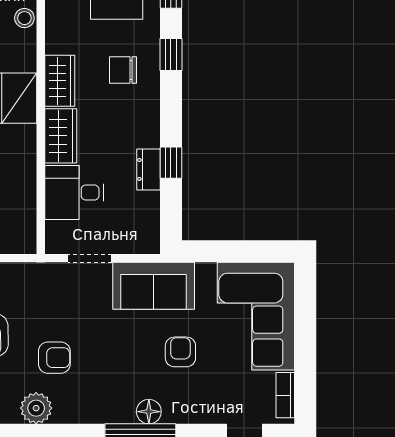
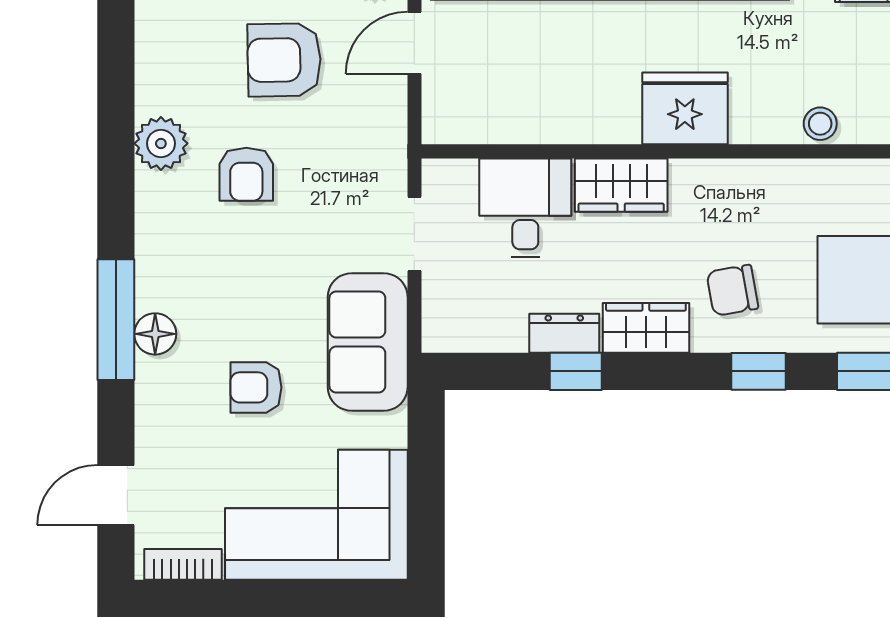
chair: (123, 70) -> (732, 290), turned -100
wardrobe: (60, 81) -> (646, 328), moved, turned 180
armchair: (180, 352) -> (256, 387), turned 180

